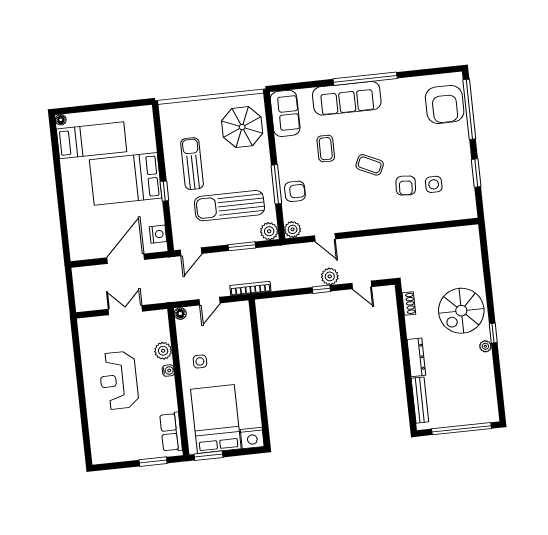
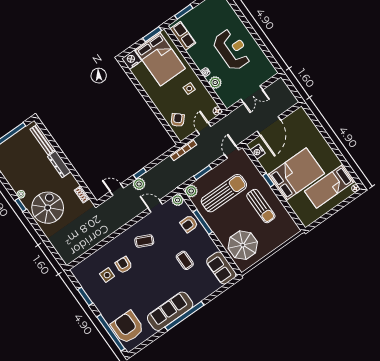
sofa: (347, 98) -> (170, 311), moved
coffee table: (370, 165) -> (144, 241), moved
armchair: (236, 330) -> (178, 120), added

